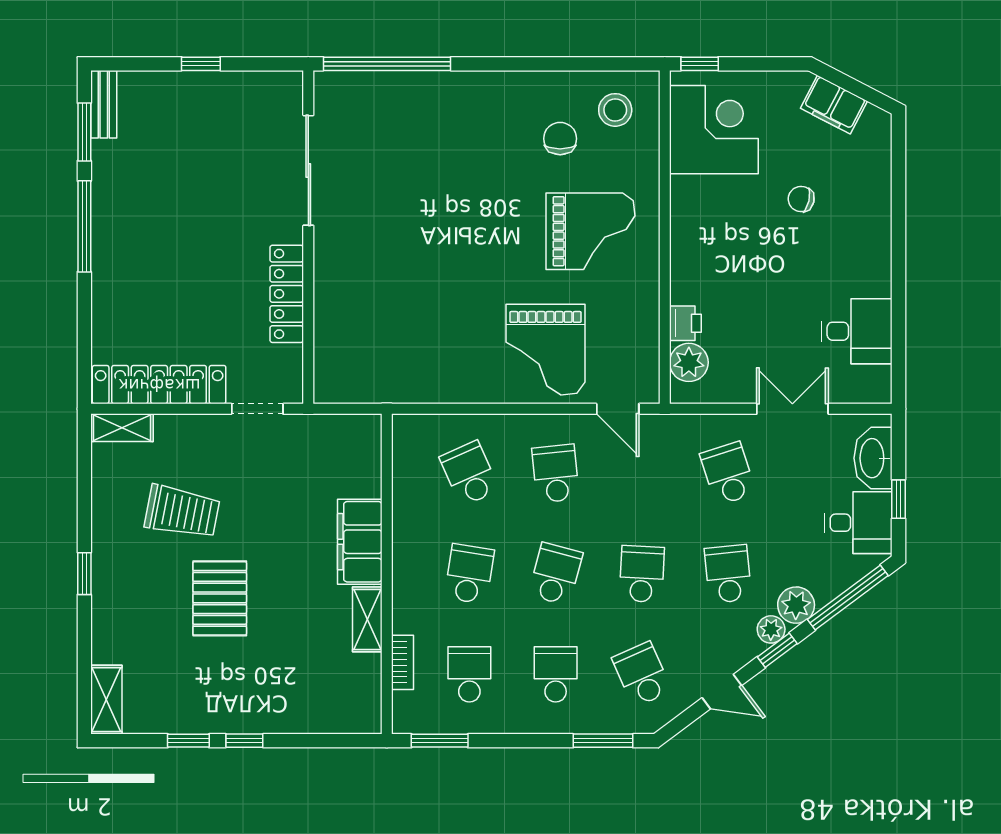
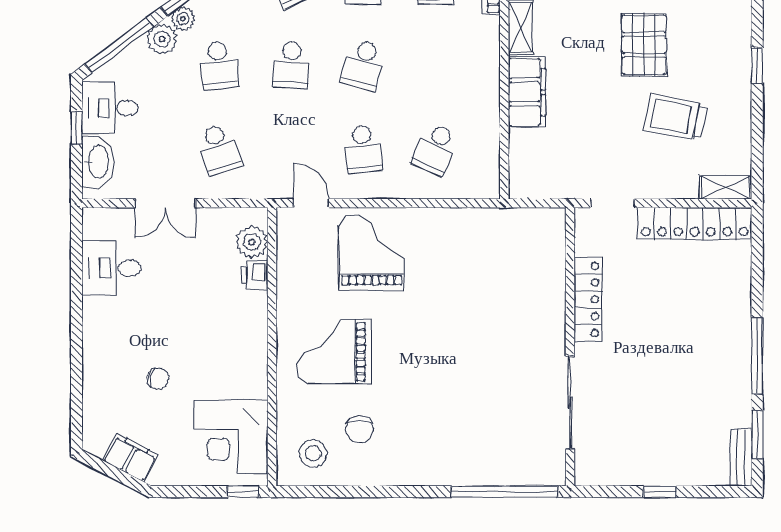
school desk: (469, 474) -> (435, 149), turned 48
school desk: (469, 574) -> (435, 65), removed

